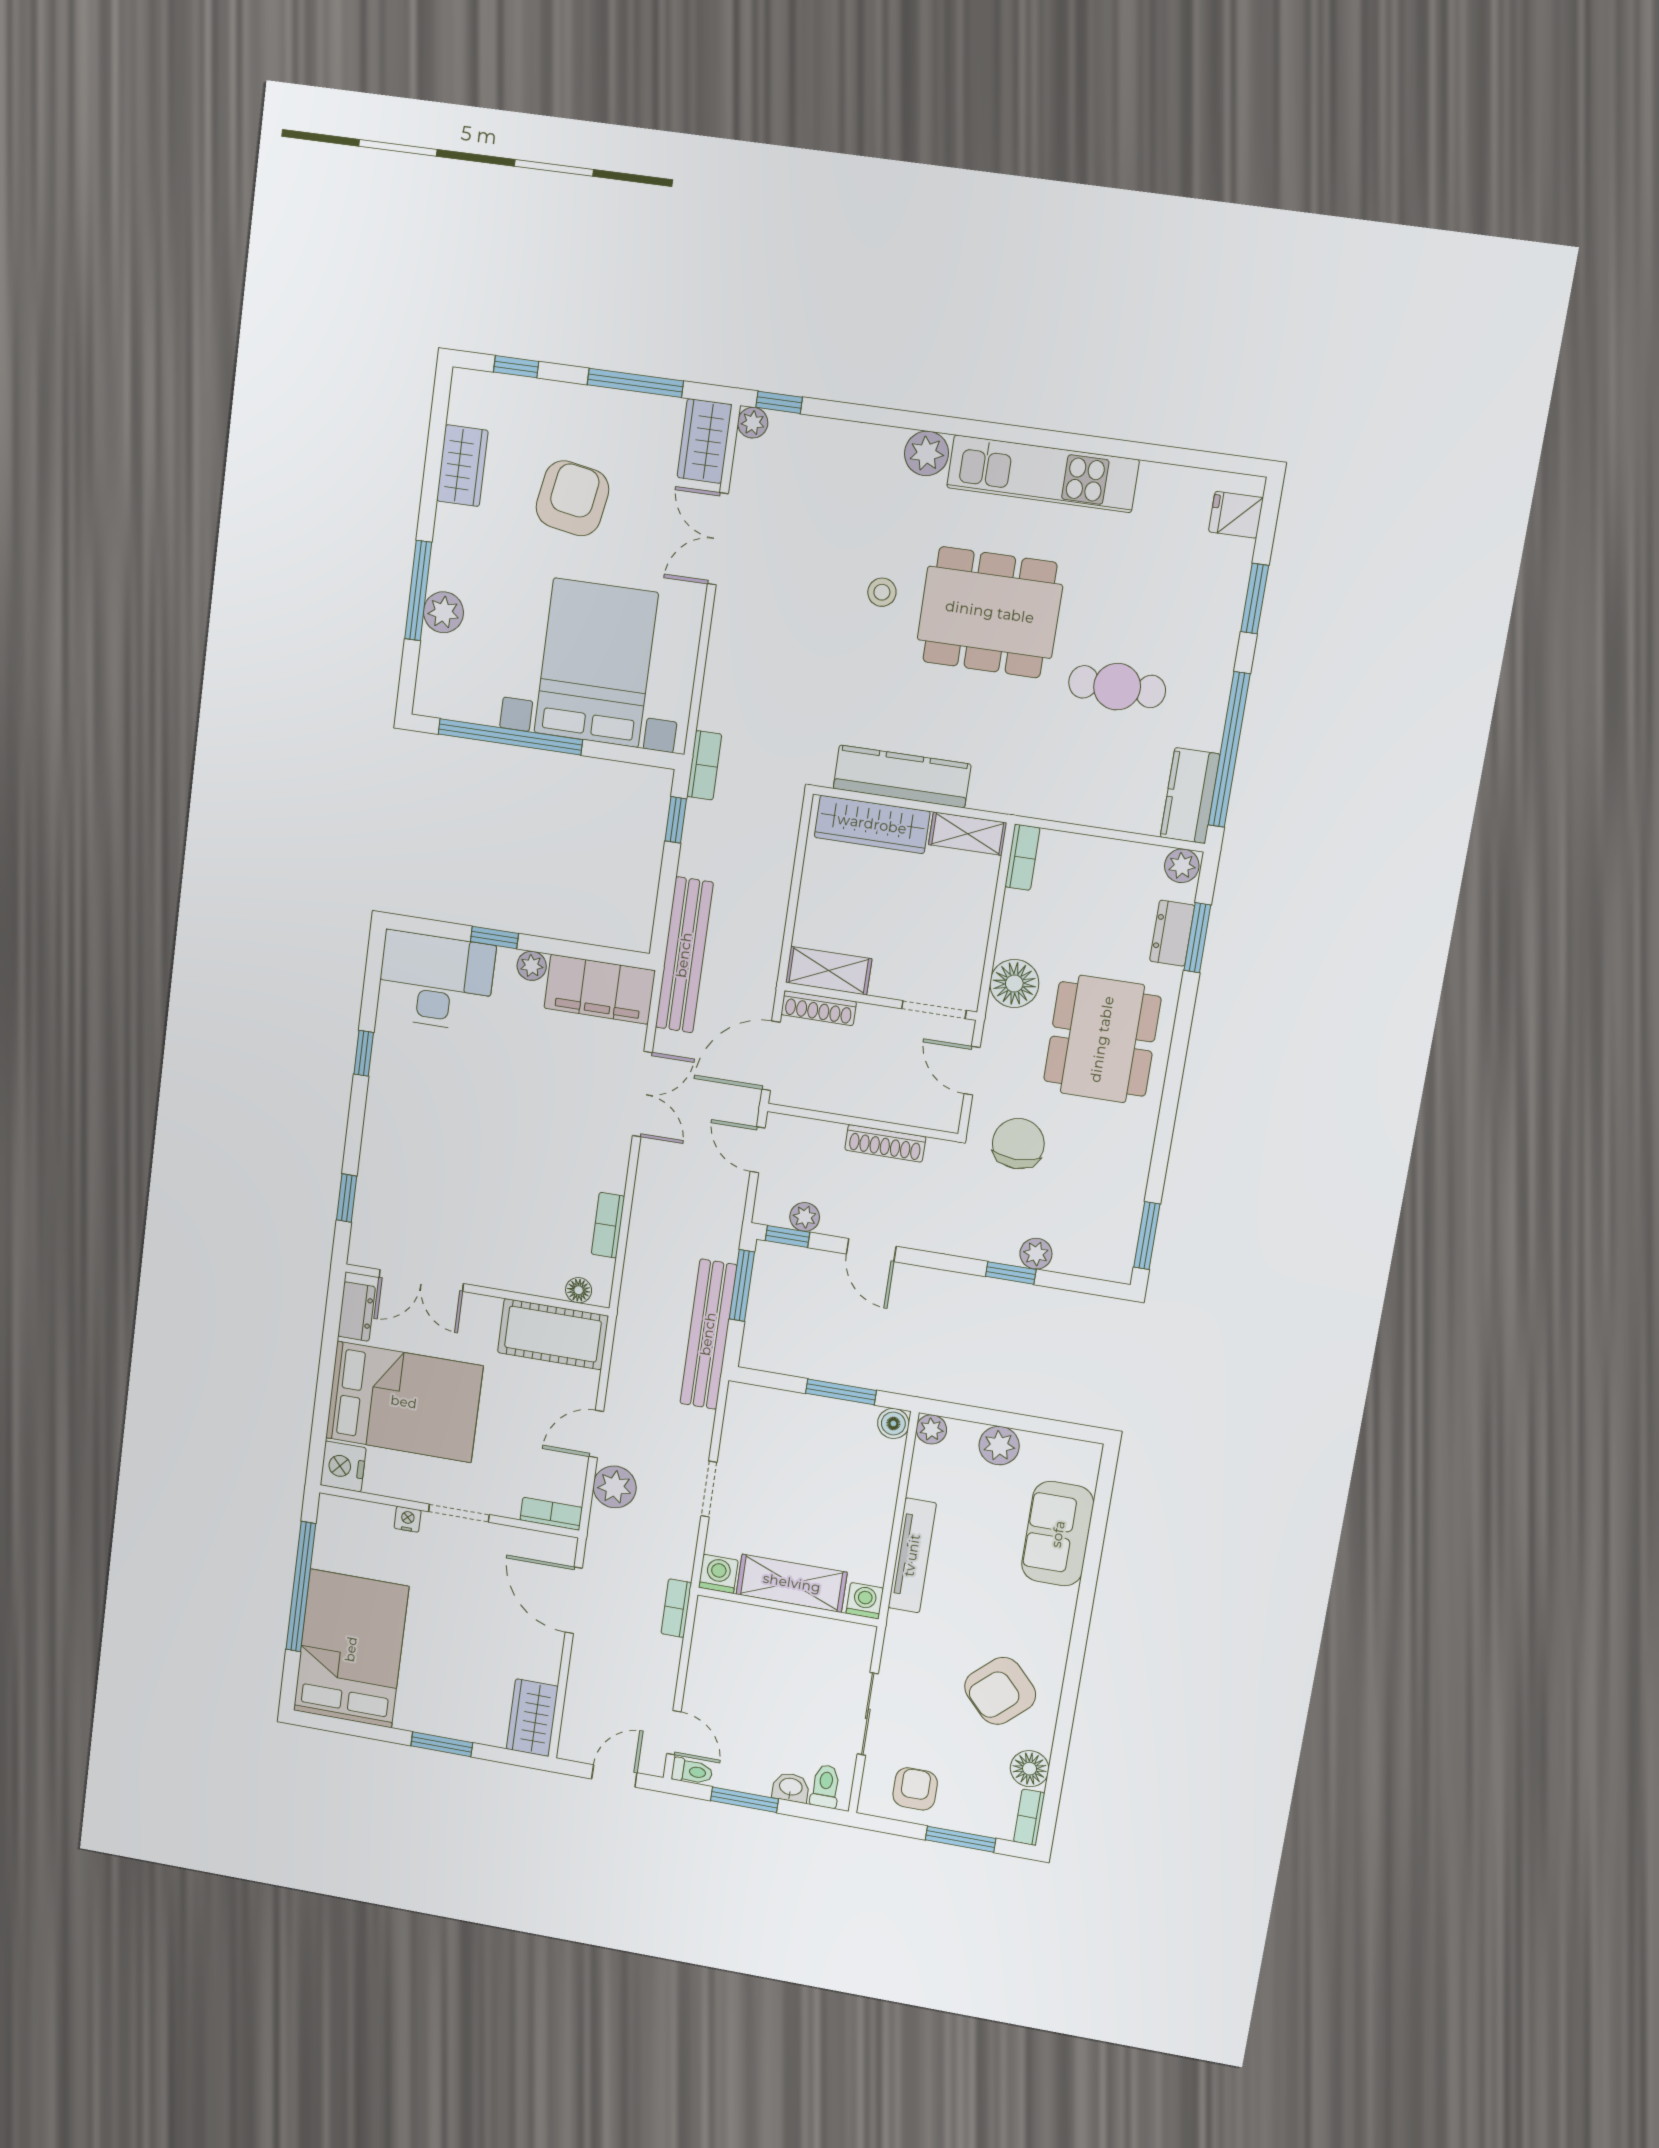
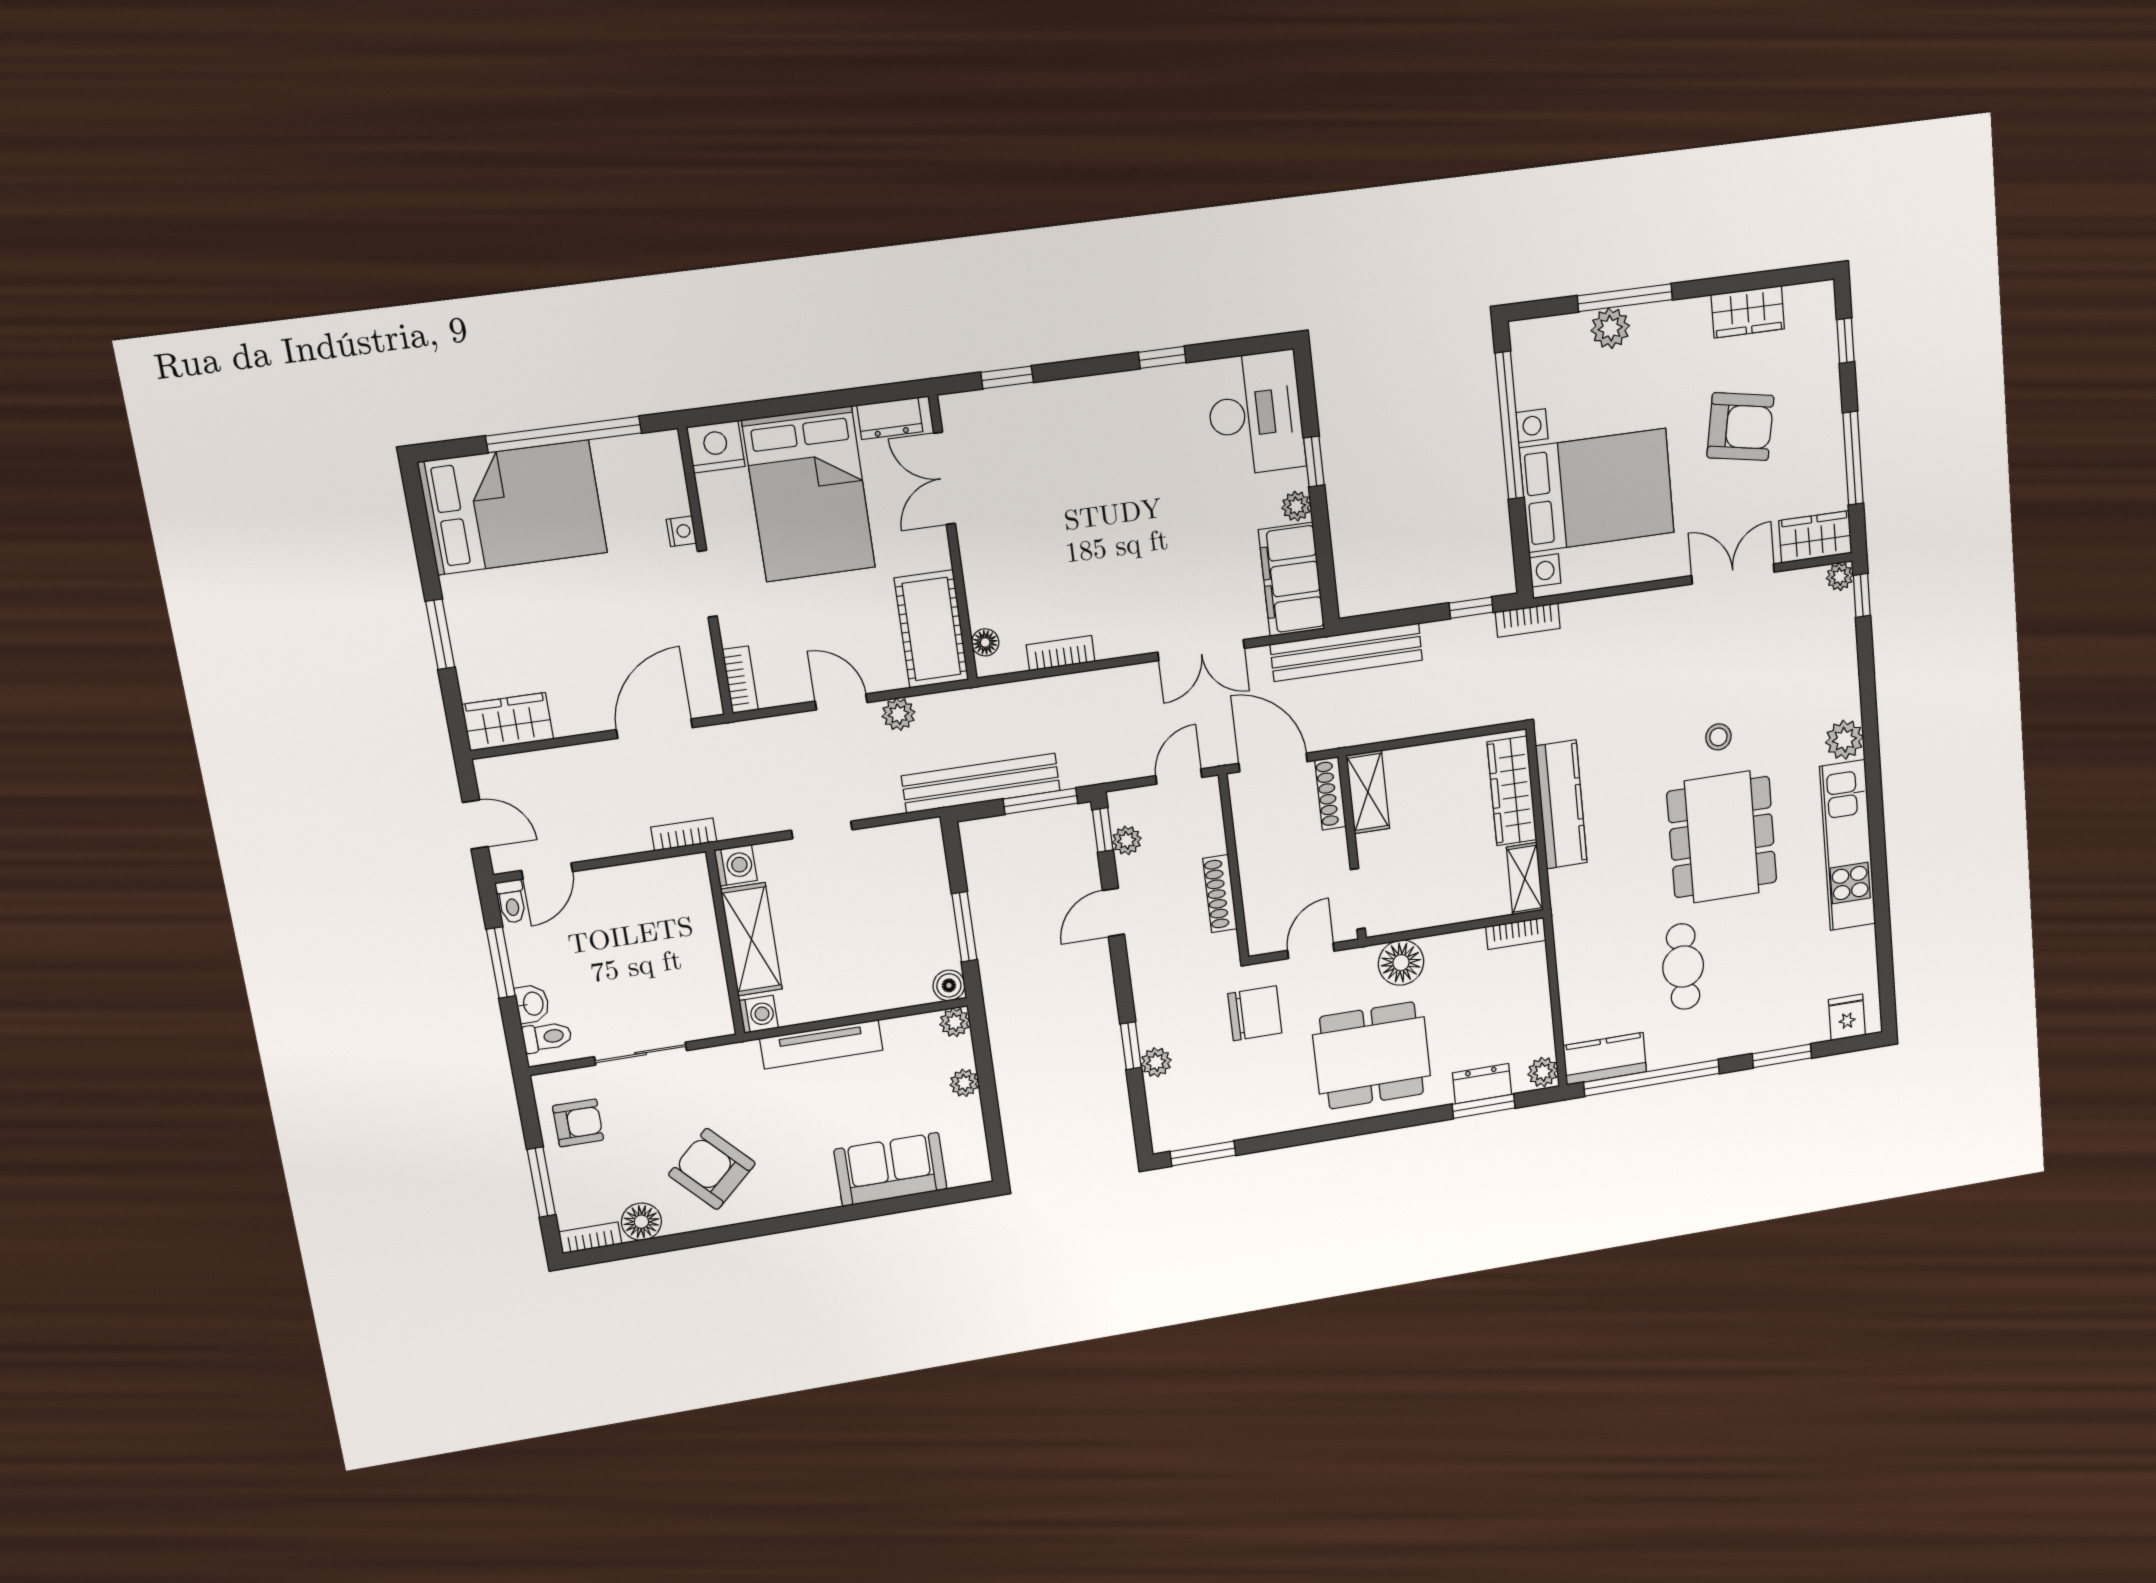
plant: (999, 1446) -> (964, 1083), width x0.73, depth x0.73
plant: (615, 1487) -> (899, 714), moved, width x0.73, depth x0.73

